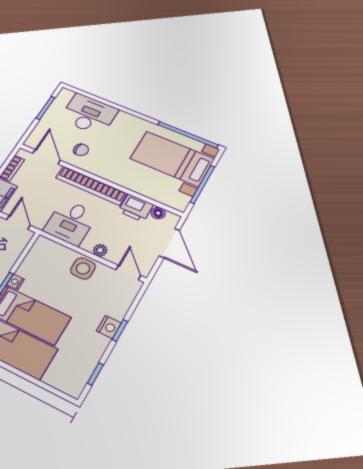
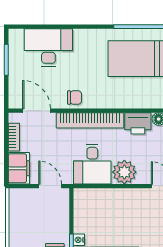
chair: (81, 150) -> (75, 98), moved
plant: (100, 250) -> (124, 172), width x1.87, depth x1.87
side table: (83, 268) -> (125, 201), removed

